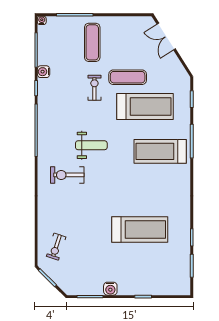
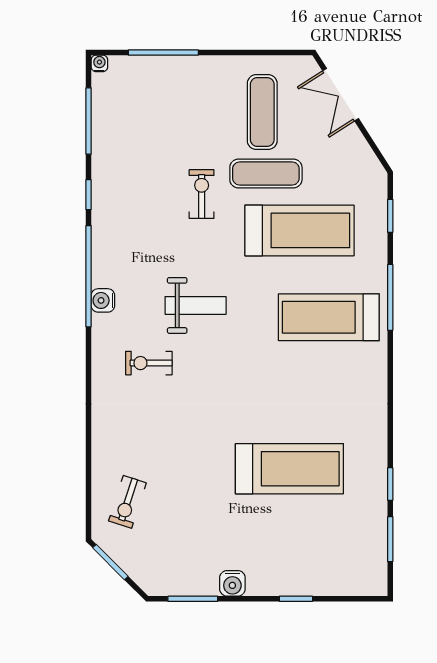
exercise mat: (92, 42) -> (262, 112), moved
water cooler: (44, 72) -> (103, 300), moved
exercise bike: (67, 175) -> (149, 363), width x0.73, depth x0.72

